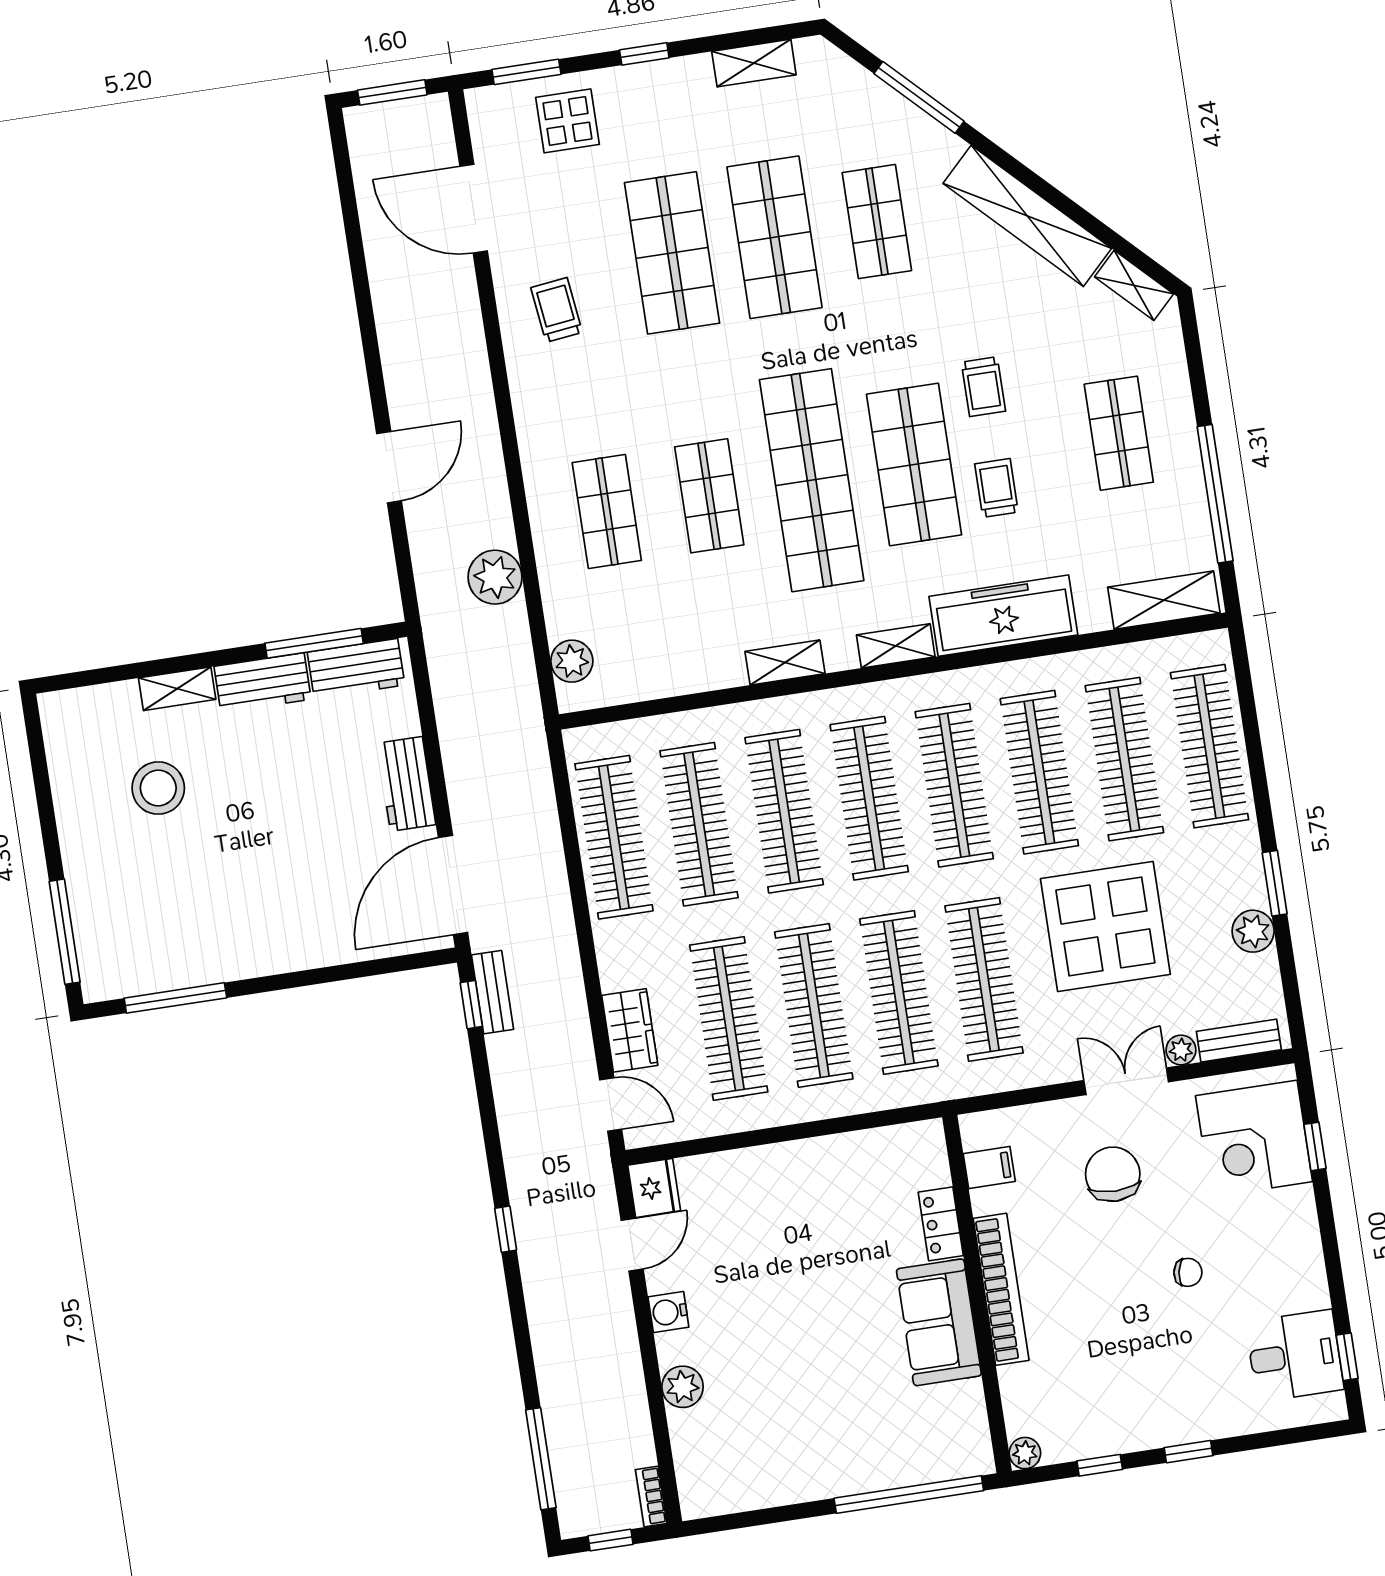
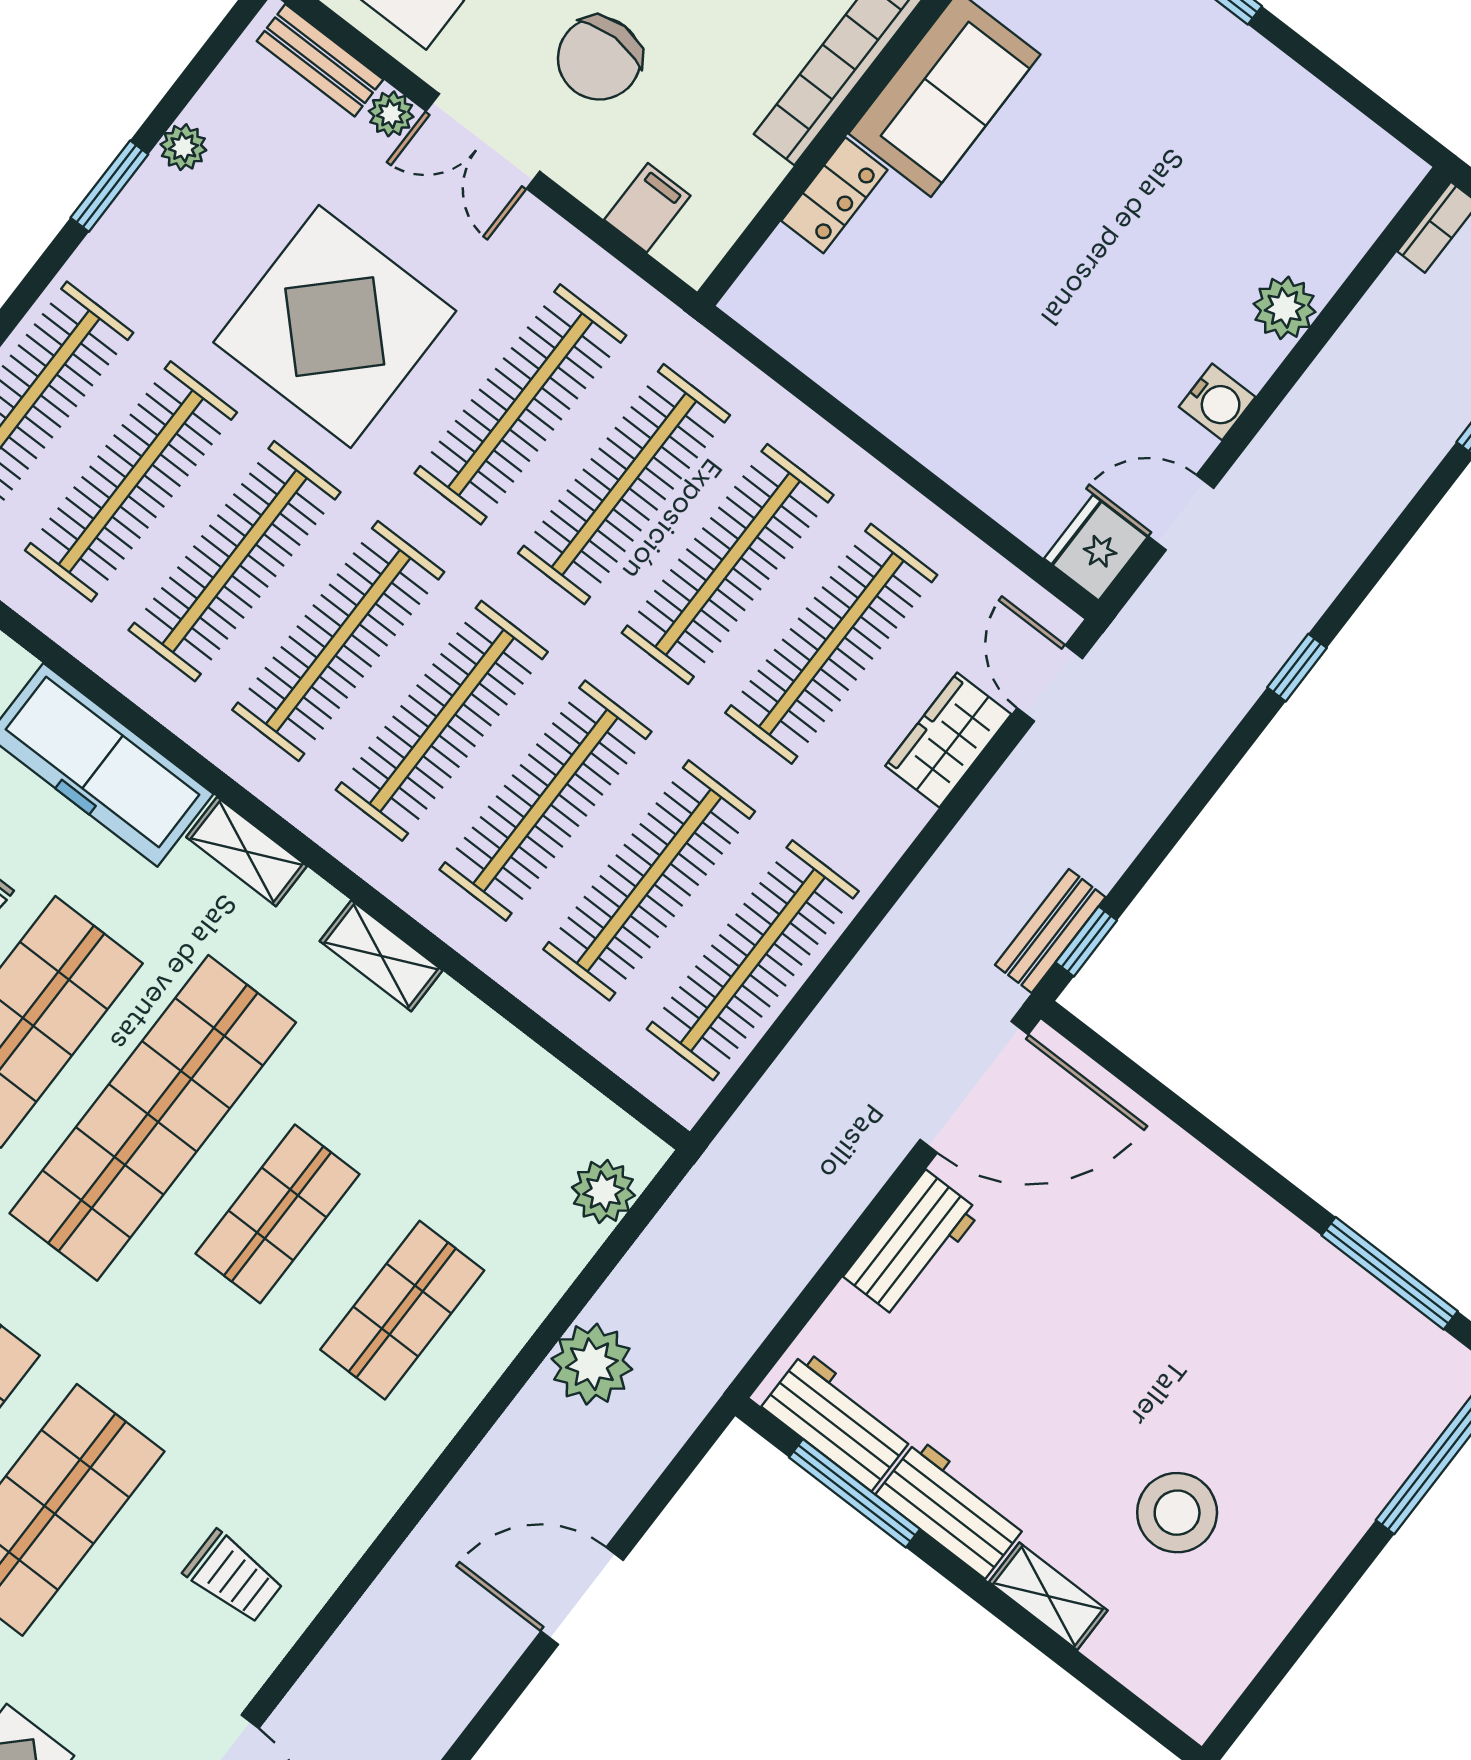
trolley: (557, 310) -> (234, 1577), turned -83
plant: (1253, 931) -> (183, 147), width x0.73, depth x0.73
filing cabinet: (989, 1167) -> (647, 208), moved, turned 90

